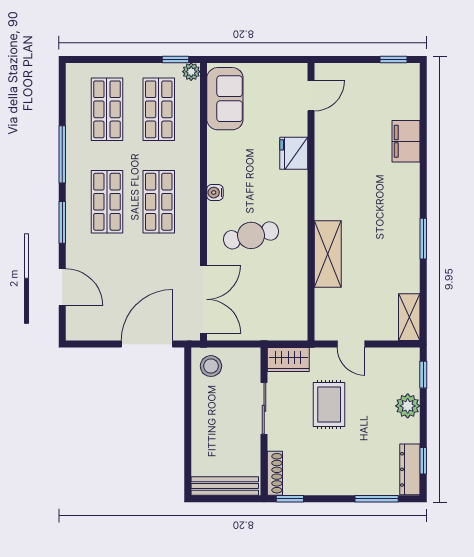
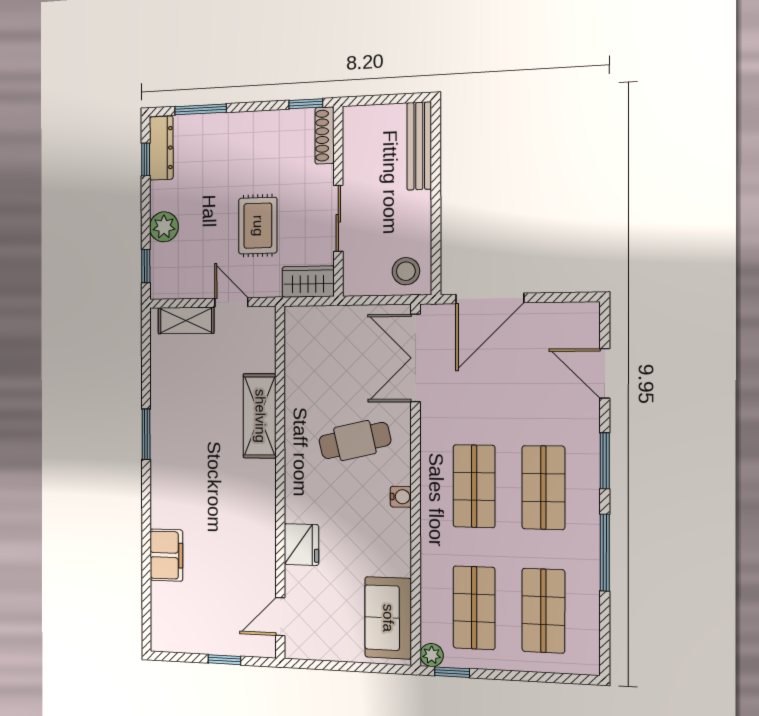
window: (394, 59) -> (224, 660), moved
shelving: (409, 317) -> (186, 321), moved, turned 90
bench: (225, 486) -> (419, 146), moved, turned 90

